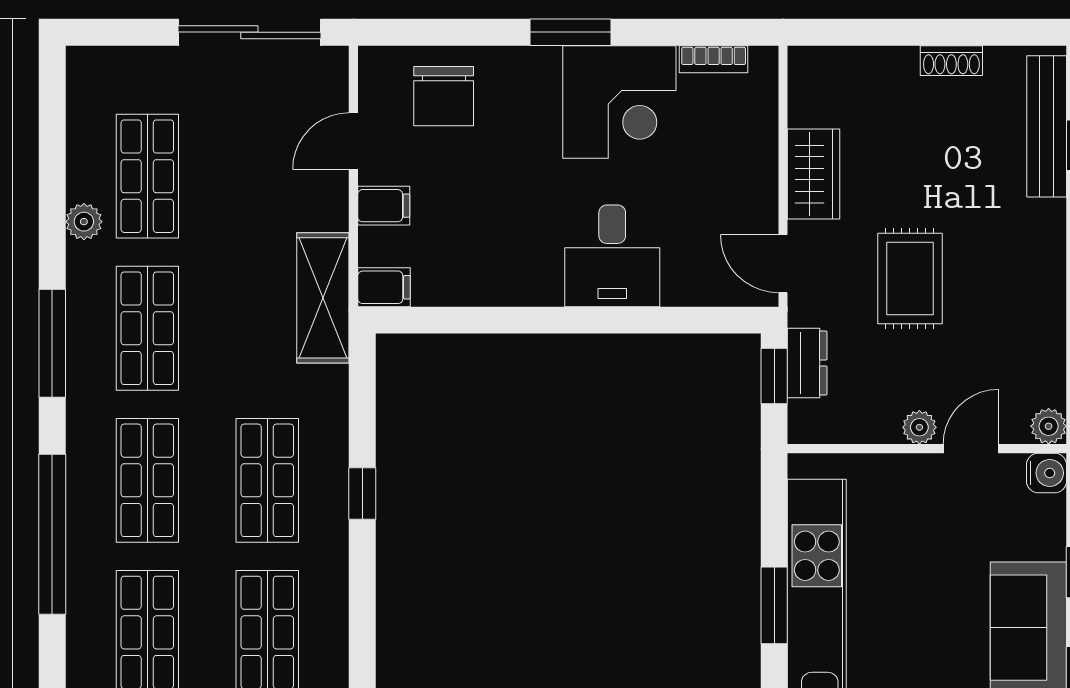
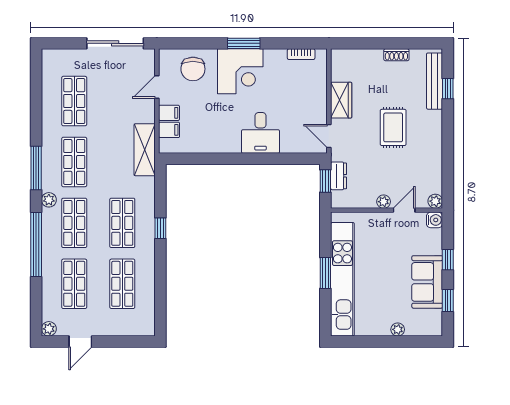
corner desk: (619, 102) -> (240, 71), moved
plant: (84, 222) -> (49, 200), moved
rug: (910, 278) -> (393, 127), moved
filing cabinet: (384, 287) -> (169, 130), moved

